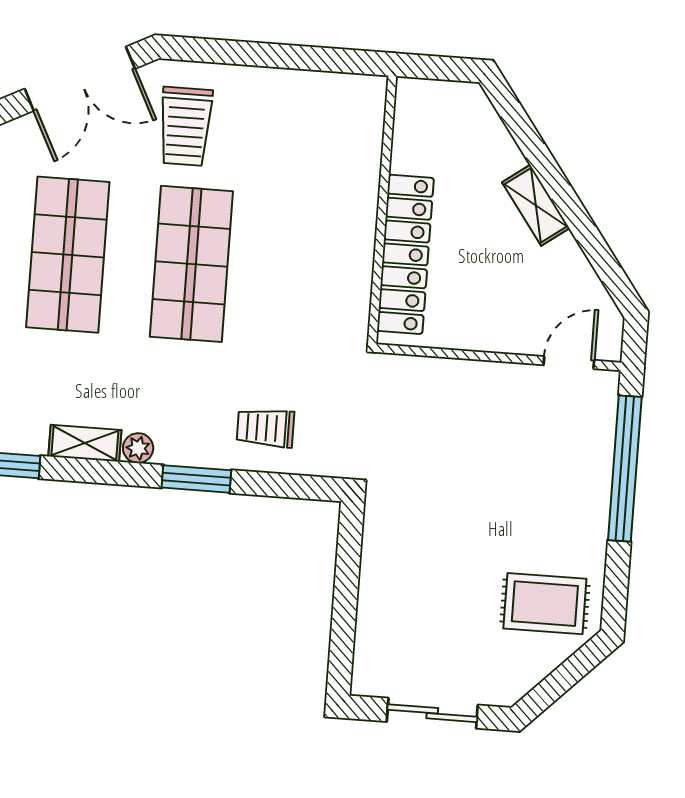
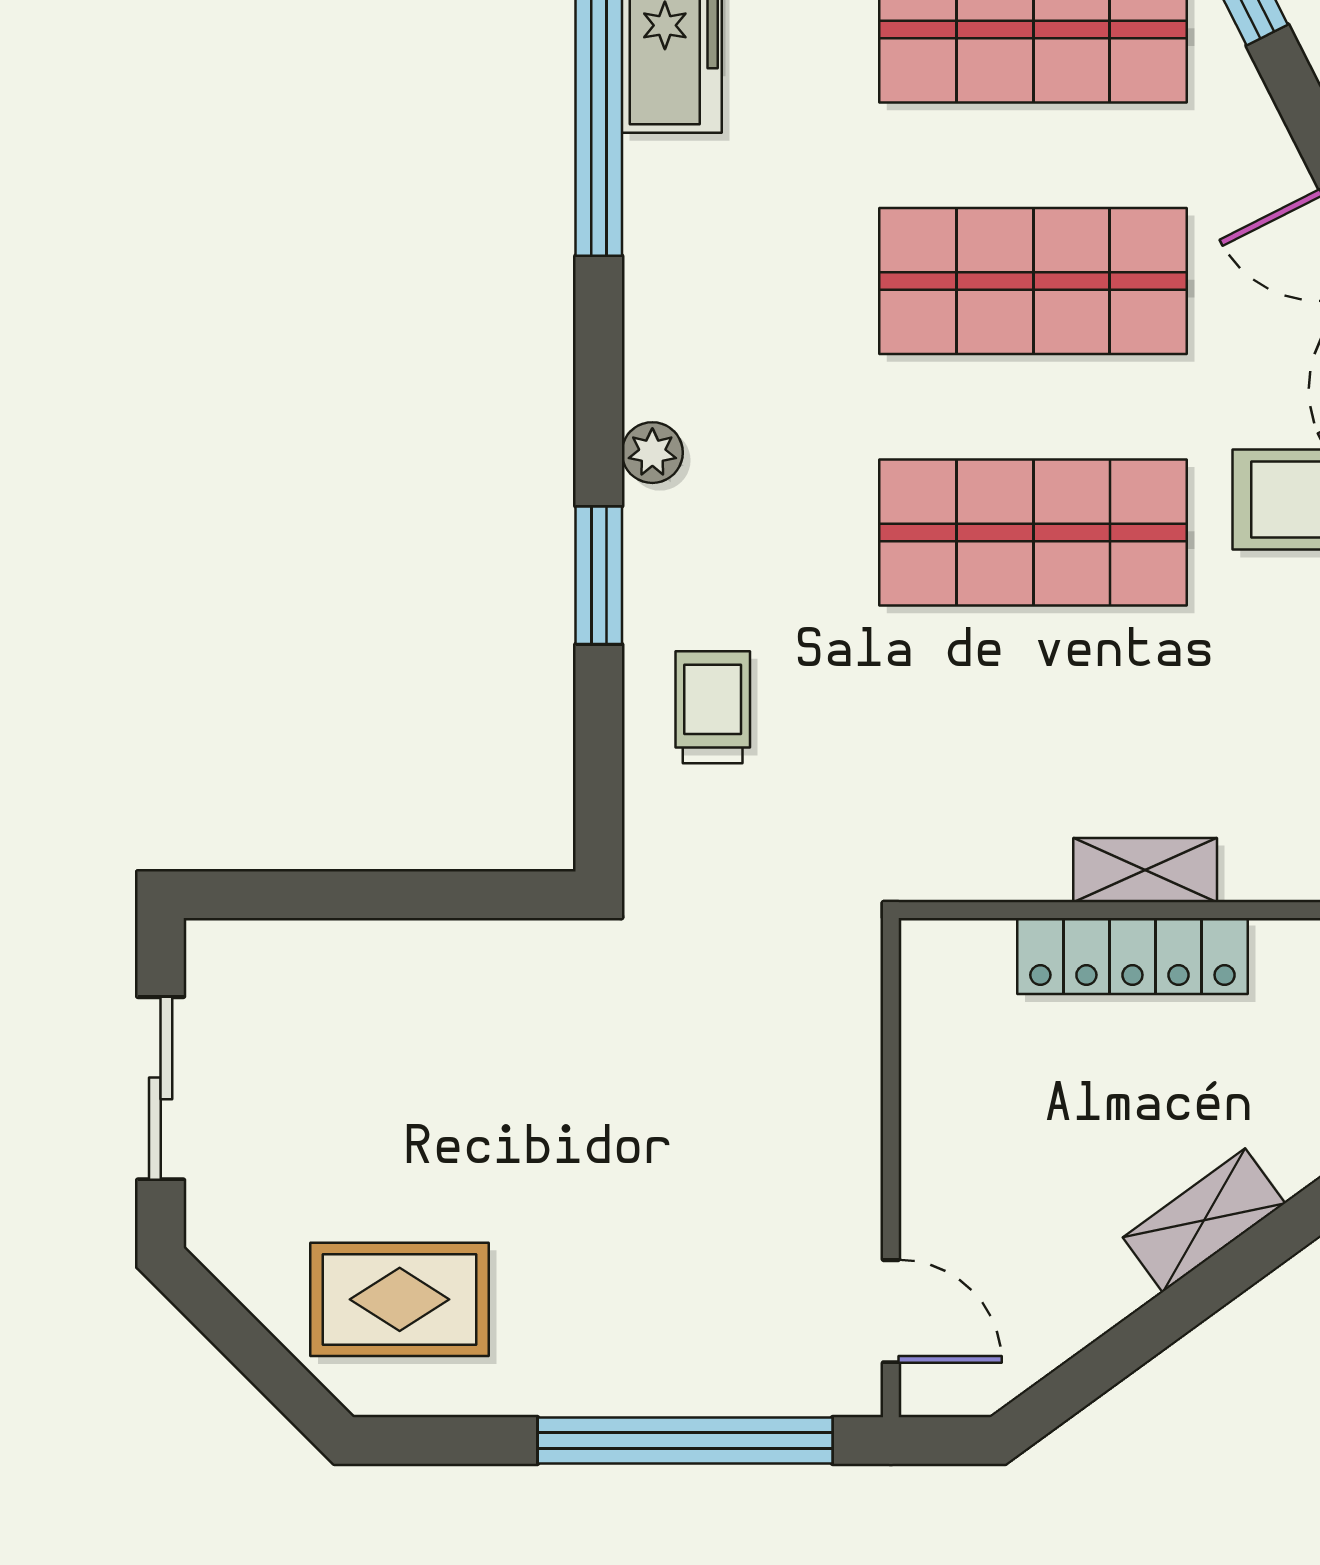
locker: (405, 254) -> (1132, 956), width x0.71, depth x0.83
shelving: (85, 443) -> (1145, 870), moved, turned 90
rug: (545, 604) -> (400, 1299), turned 90

